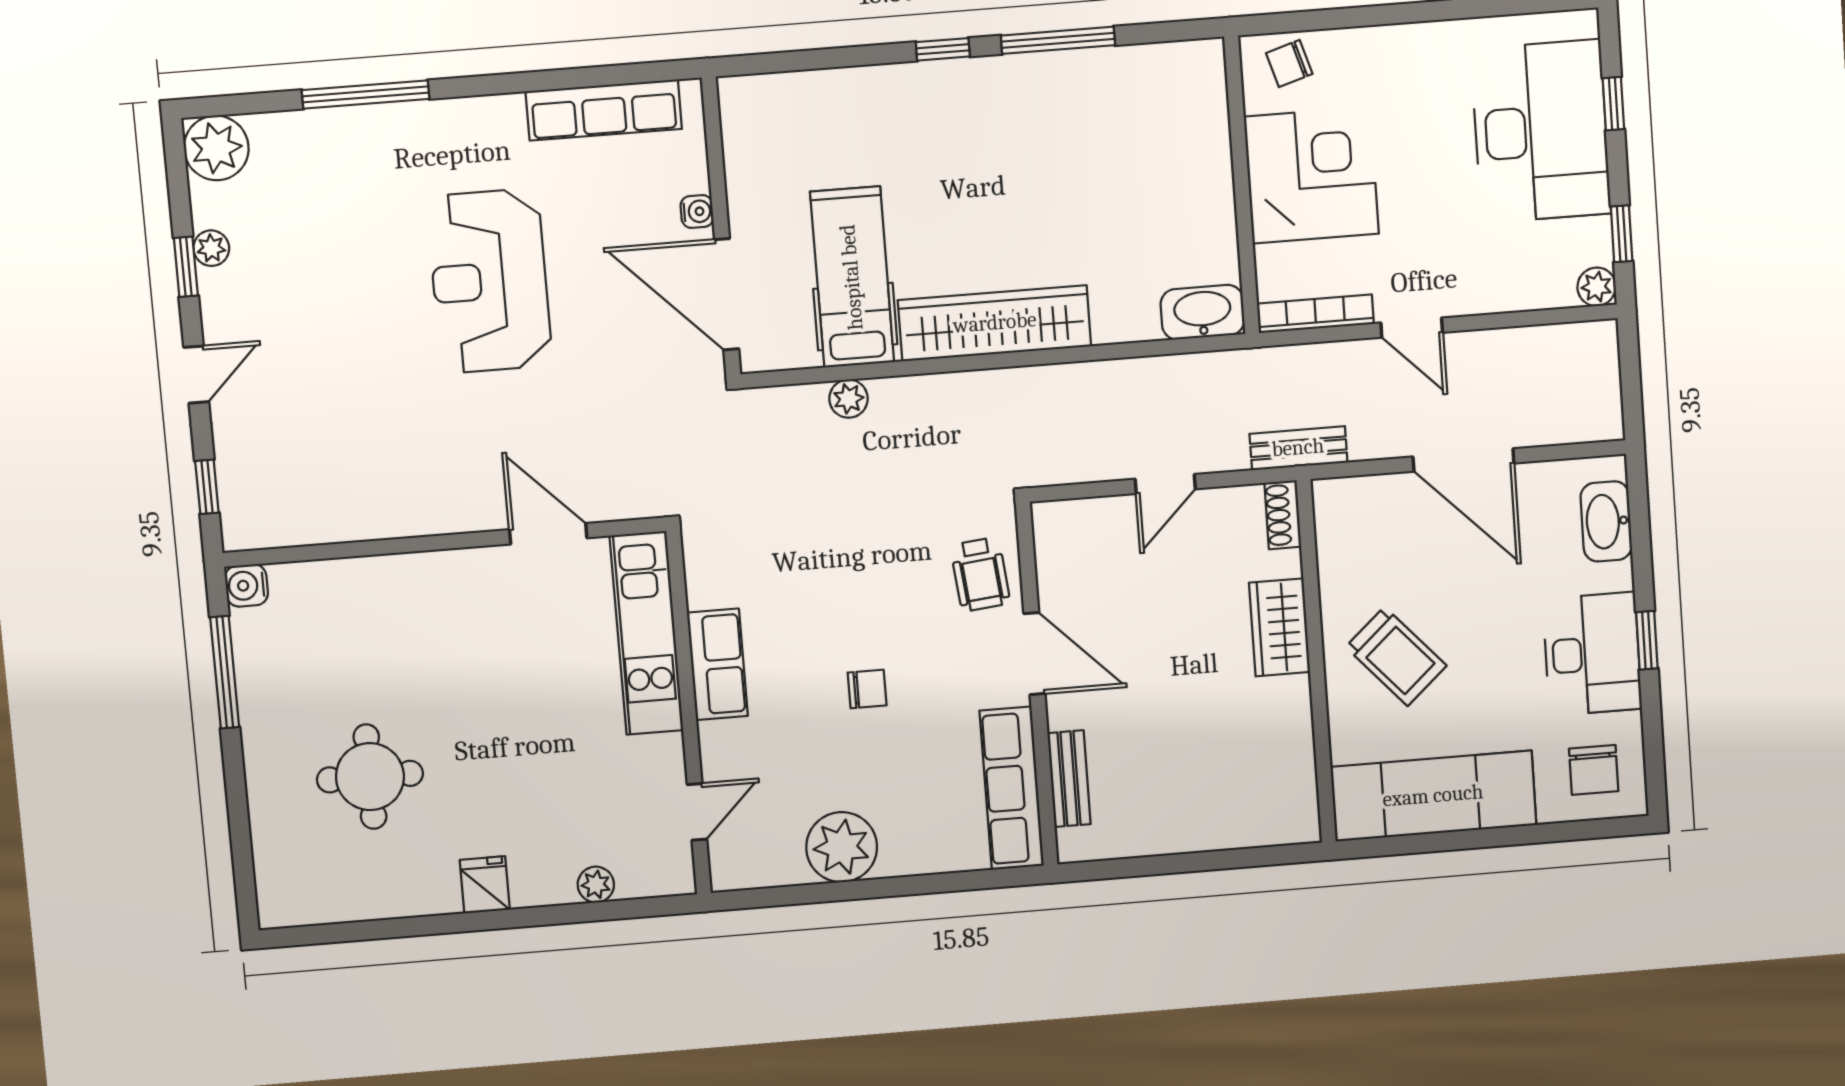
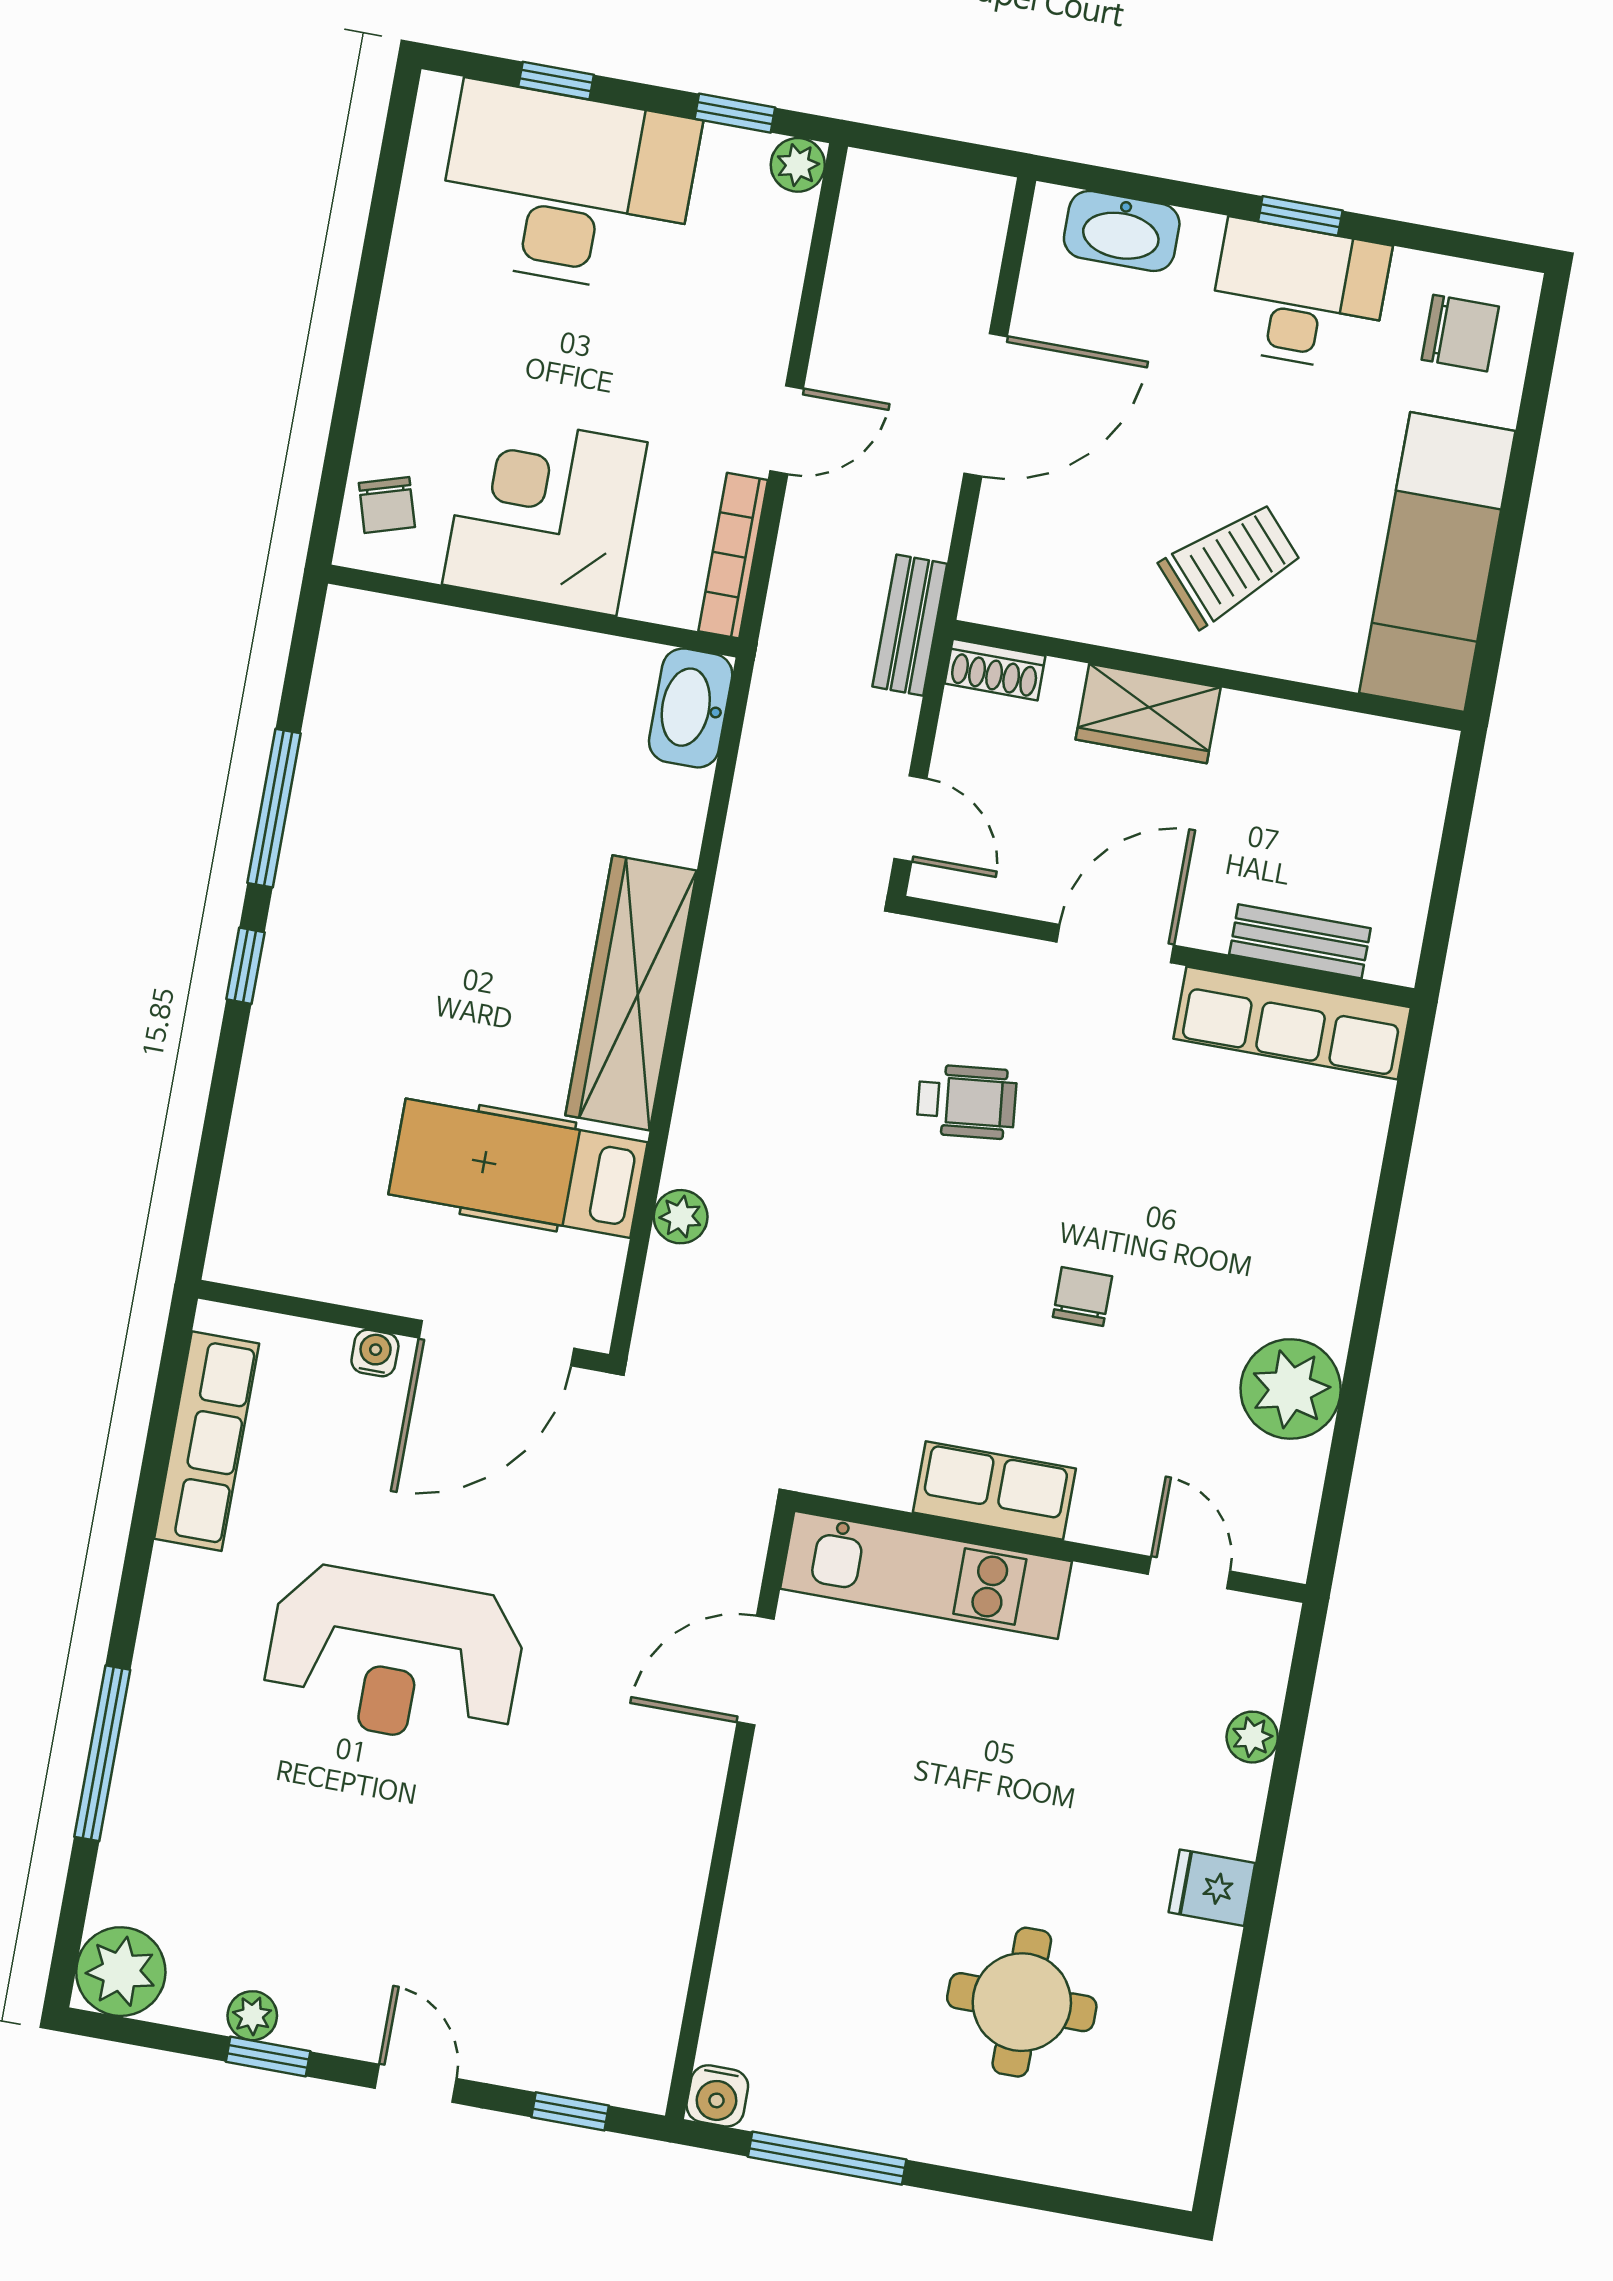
door: (1034, 654) -> (1115, 944), moved
wall: (1037, 684) -> (1158, 951), moved
bench: (1069, 779) -> (1300, 941), moved
row of seats: (1012, 788) -> (1292, 1023), moved

